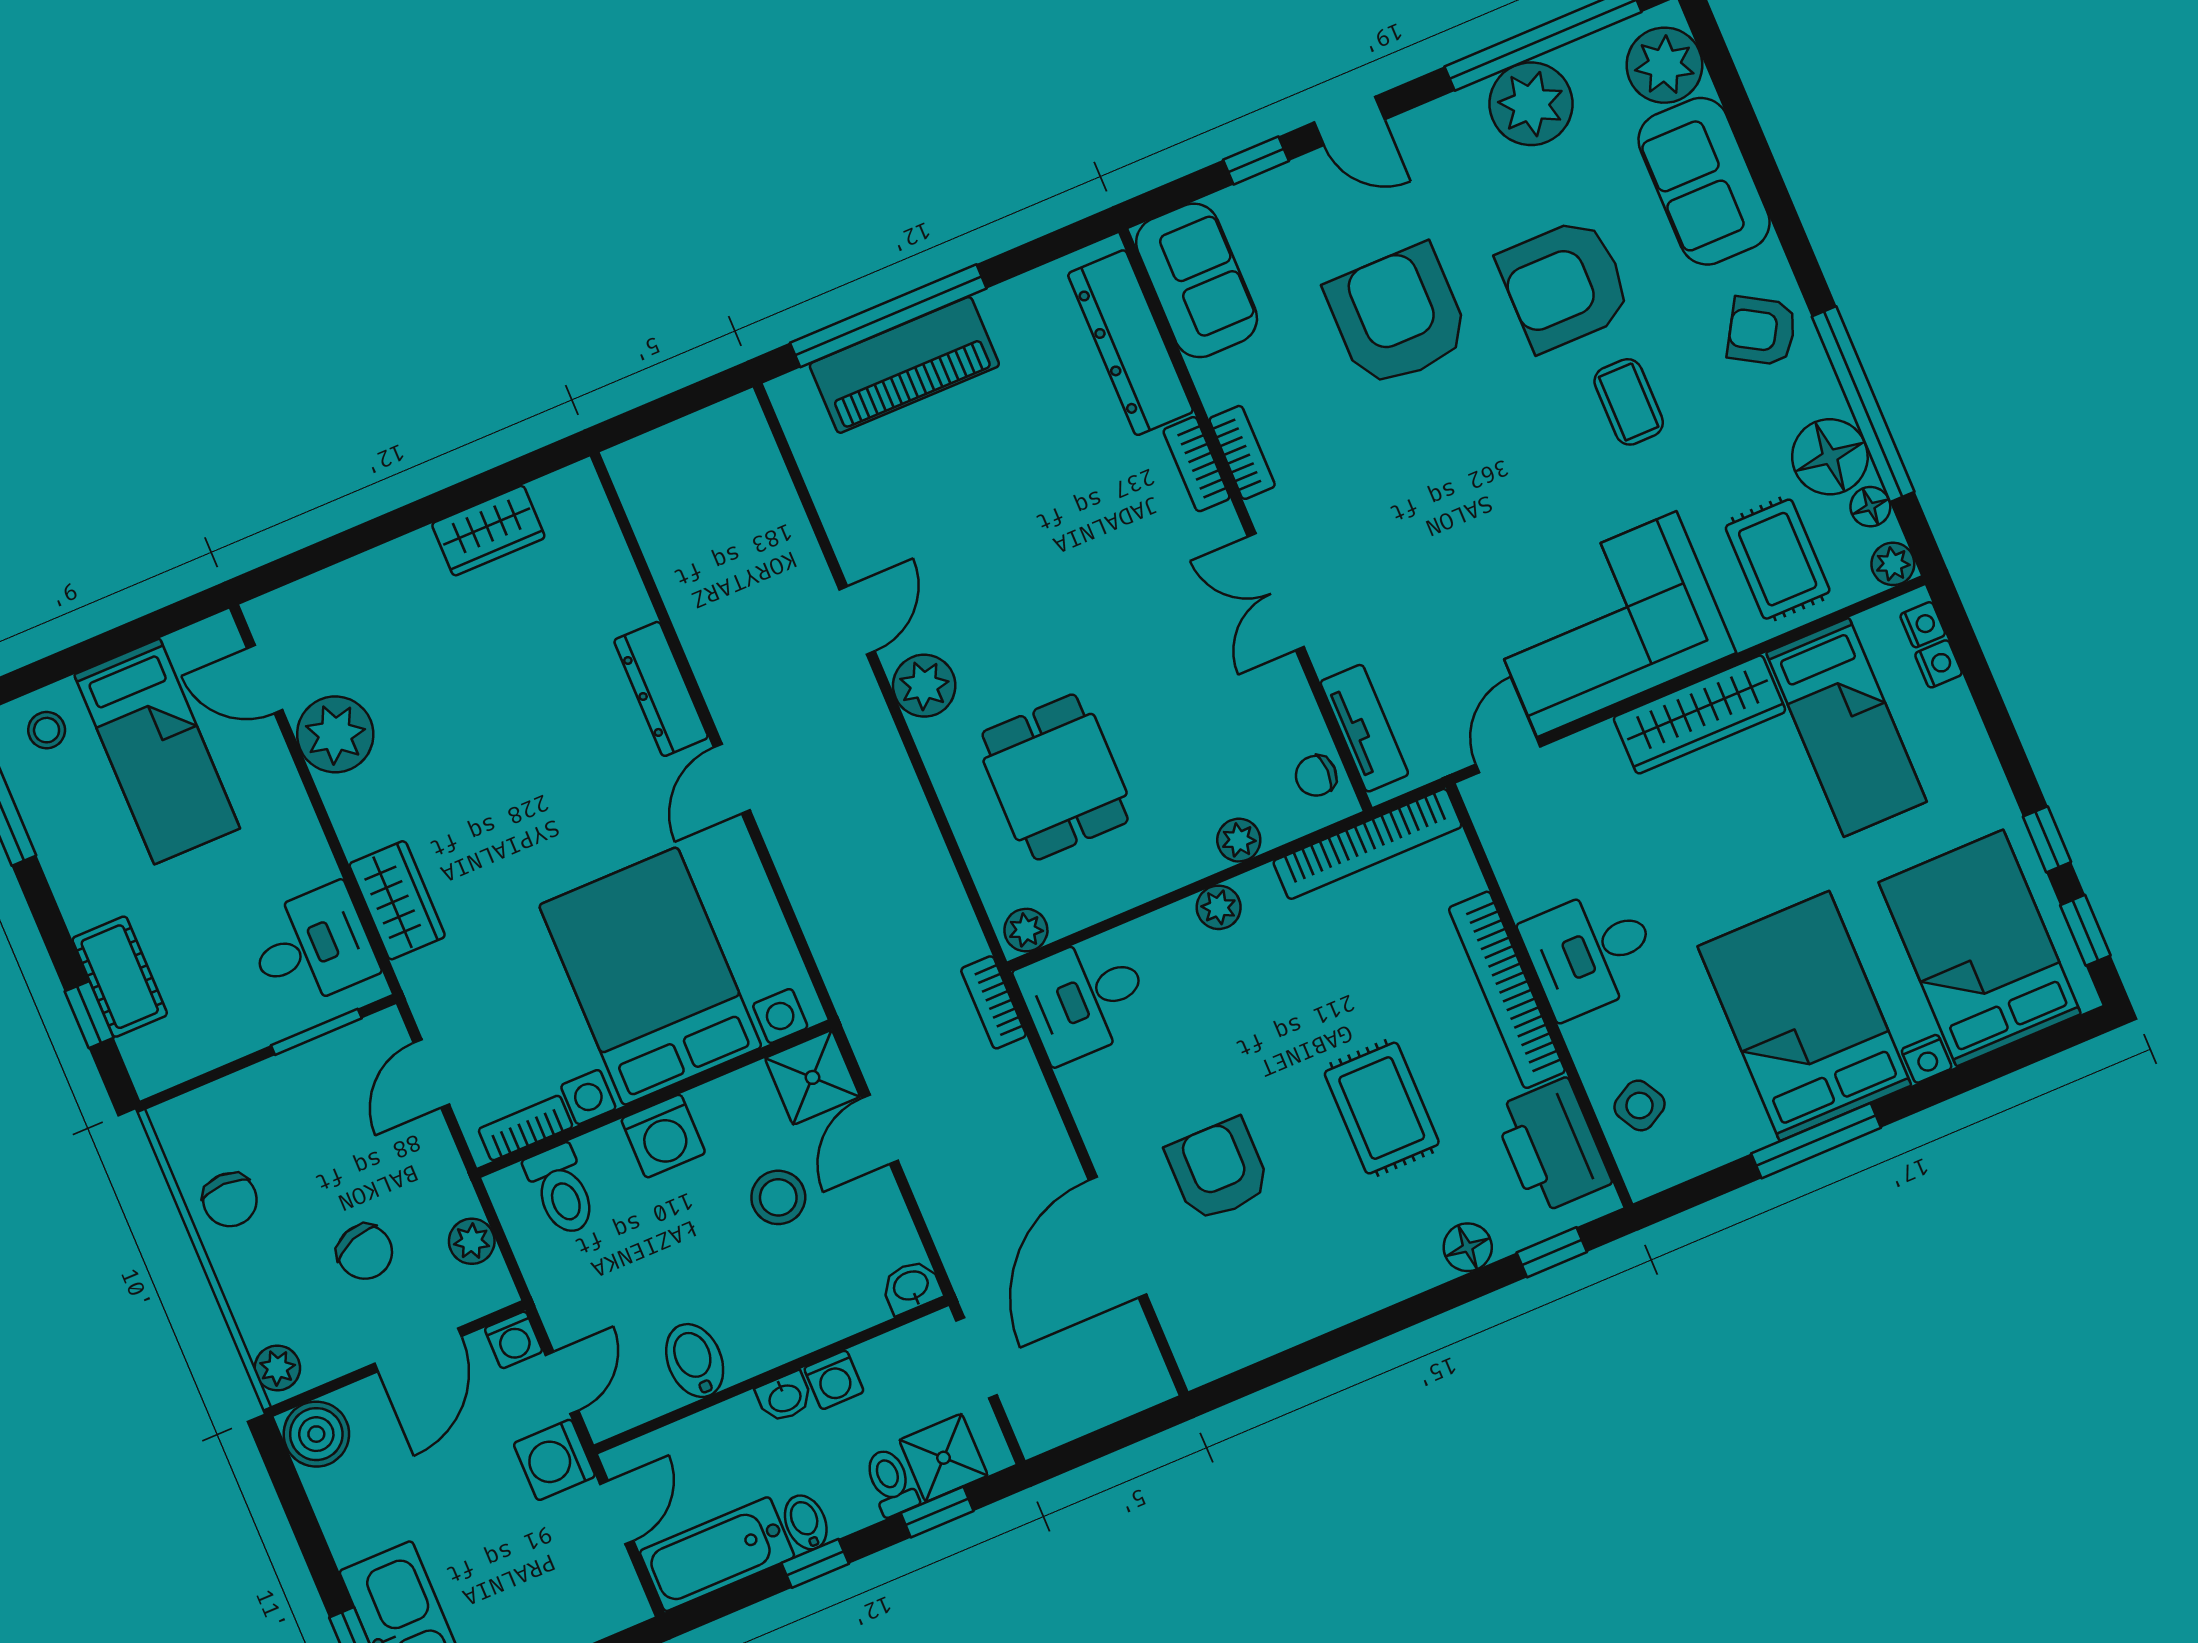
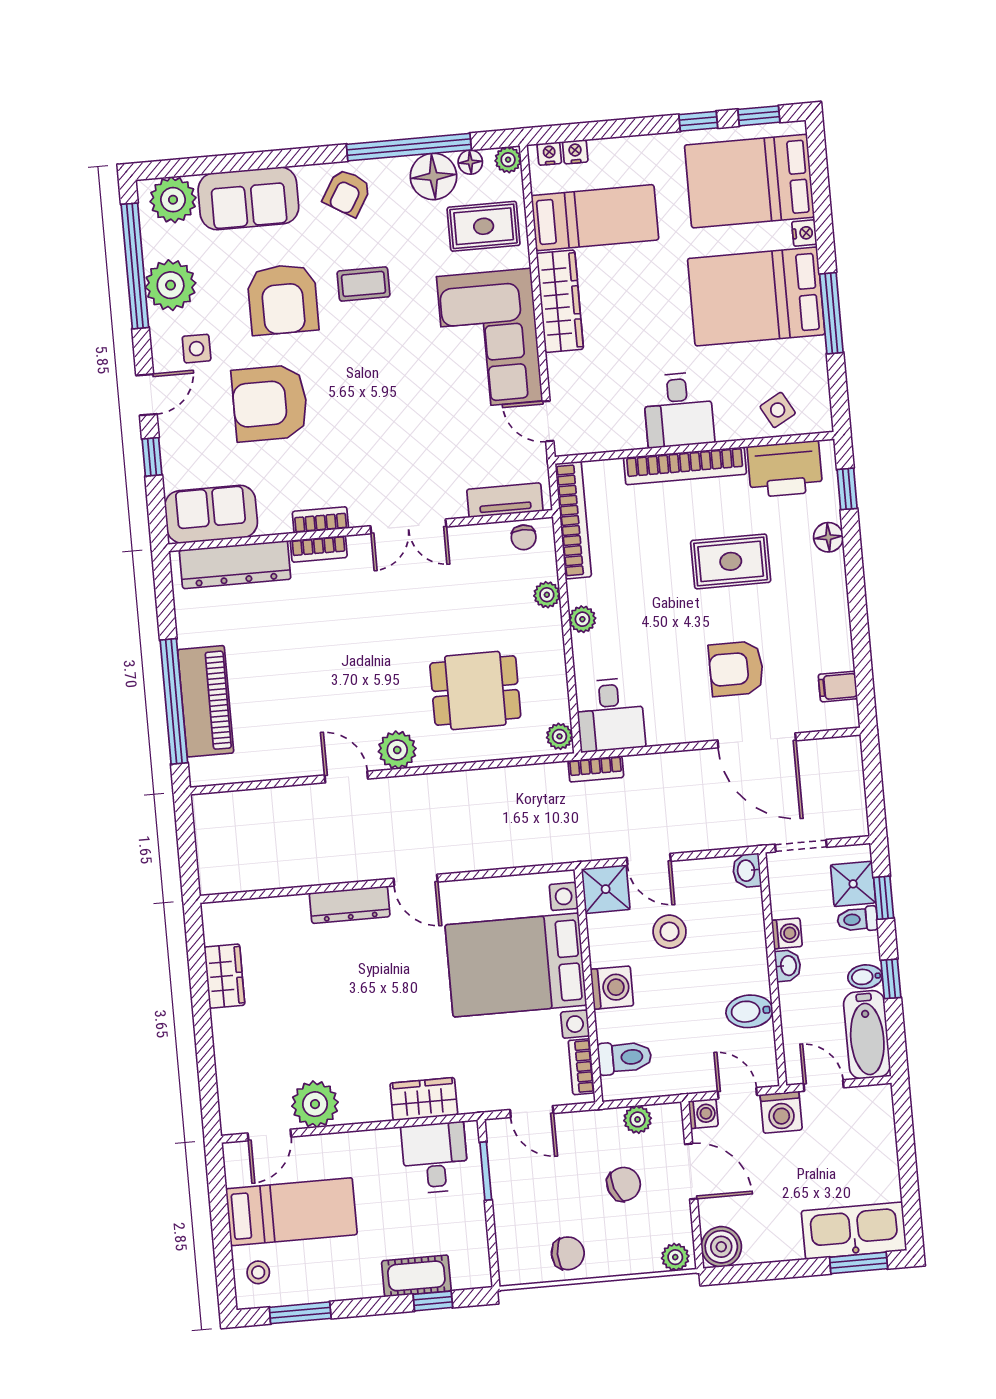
side table: (1446, 176) -> (197, 349), added
filing cabinet: (1241, 1336) -> (838, 687), added

